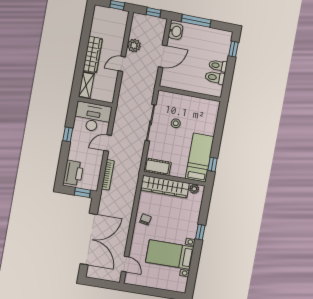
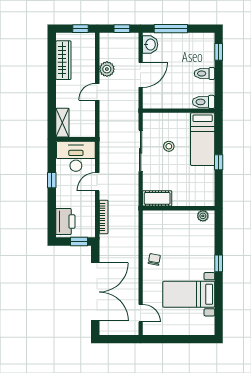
wardrobe: (93, 54) -> (63, 60), moved
toilet: (215, 78) -> (204, 102), moved
bed: (200, 158) -> (203, 139), moved, turned 180
window: (213, 164) -> (219, 162), moved
wardrobe: (165, 187) -> (169, 219), removed

